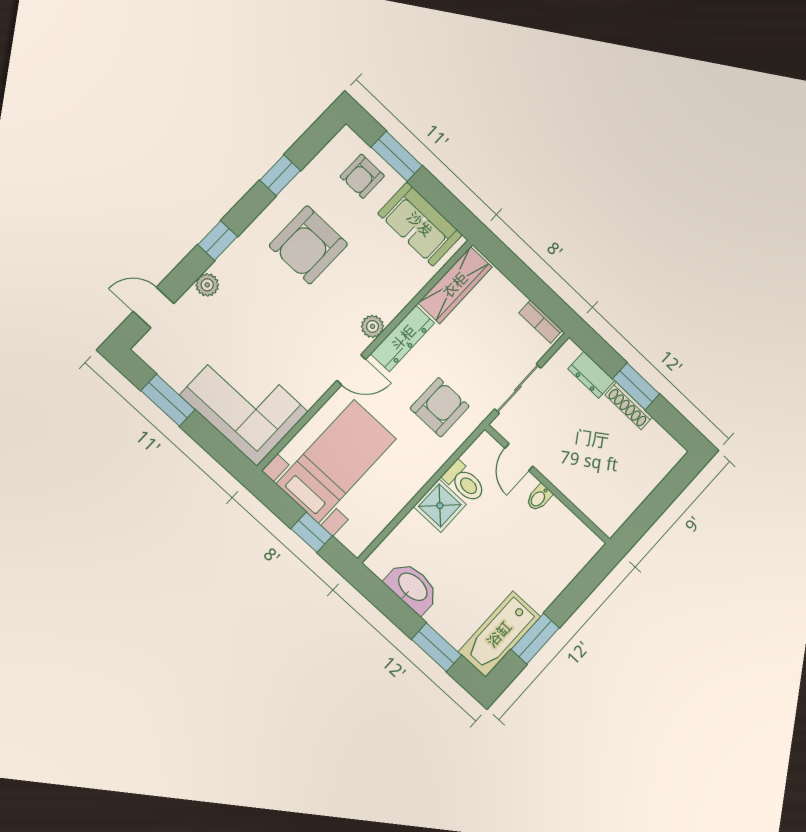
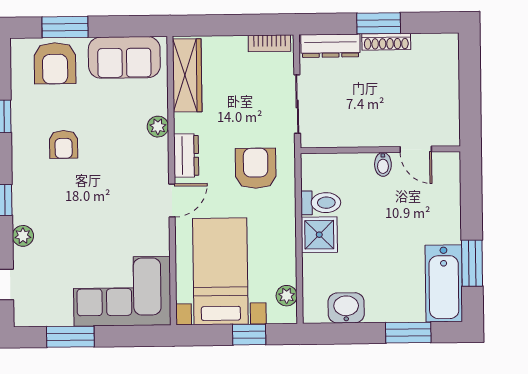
armchair: (362, 176) -> (55, 63), width x1.38, depth x1.38
armchair: (308, 245) -> (64, 144), width x0.53, depth x0.53
plant: (373, 326) -> (158, 127), moved
dresser: (403, 338) -> (186, 156), width x0.70
dresser: (591, 375) -> (330, 46), width x1.44
door: (519, 457) -> (416, 149), moved
plant: (370, 529) -> (287, 296), added
washbasin: (412, 588) -> (346, 308), width x0.72

